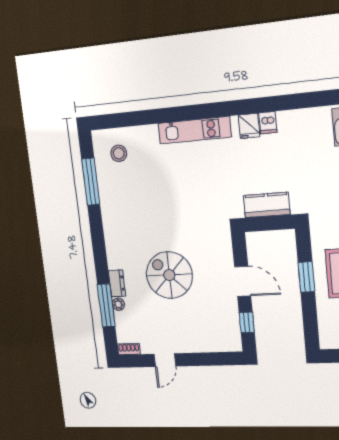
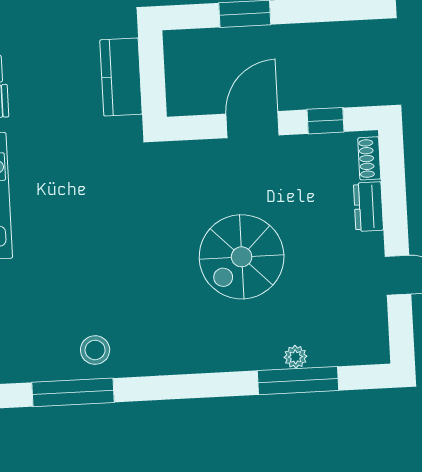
stool: (119, 153) -> (95, 350), moved
dresser: (117, 283) -> (368, 207), moved, turned -90
shoe rack: (129, 349) -> (369, 158), moved

